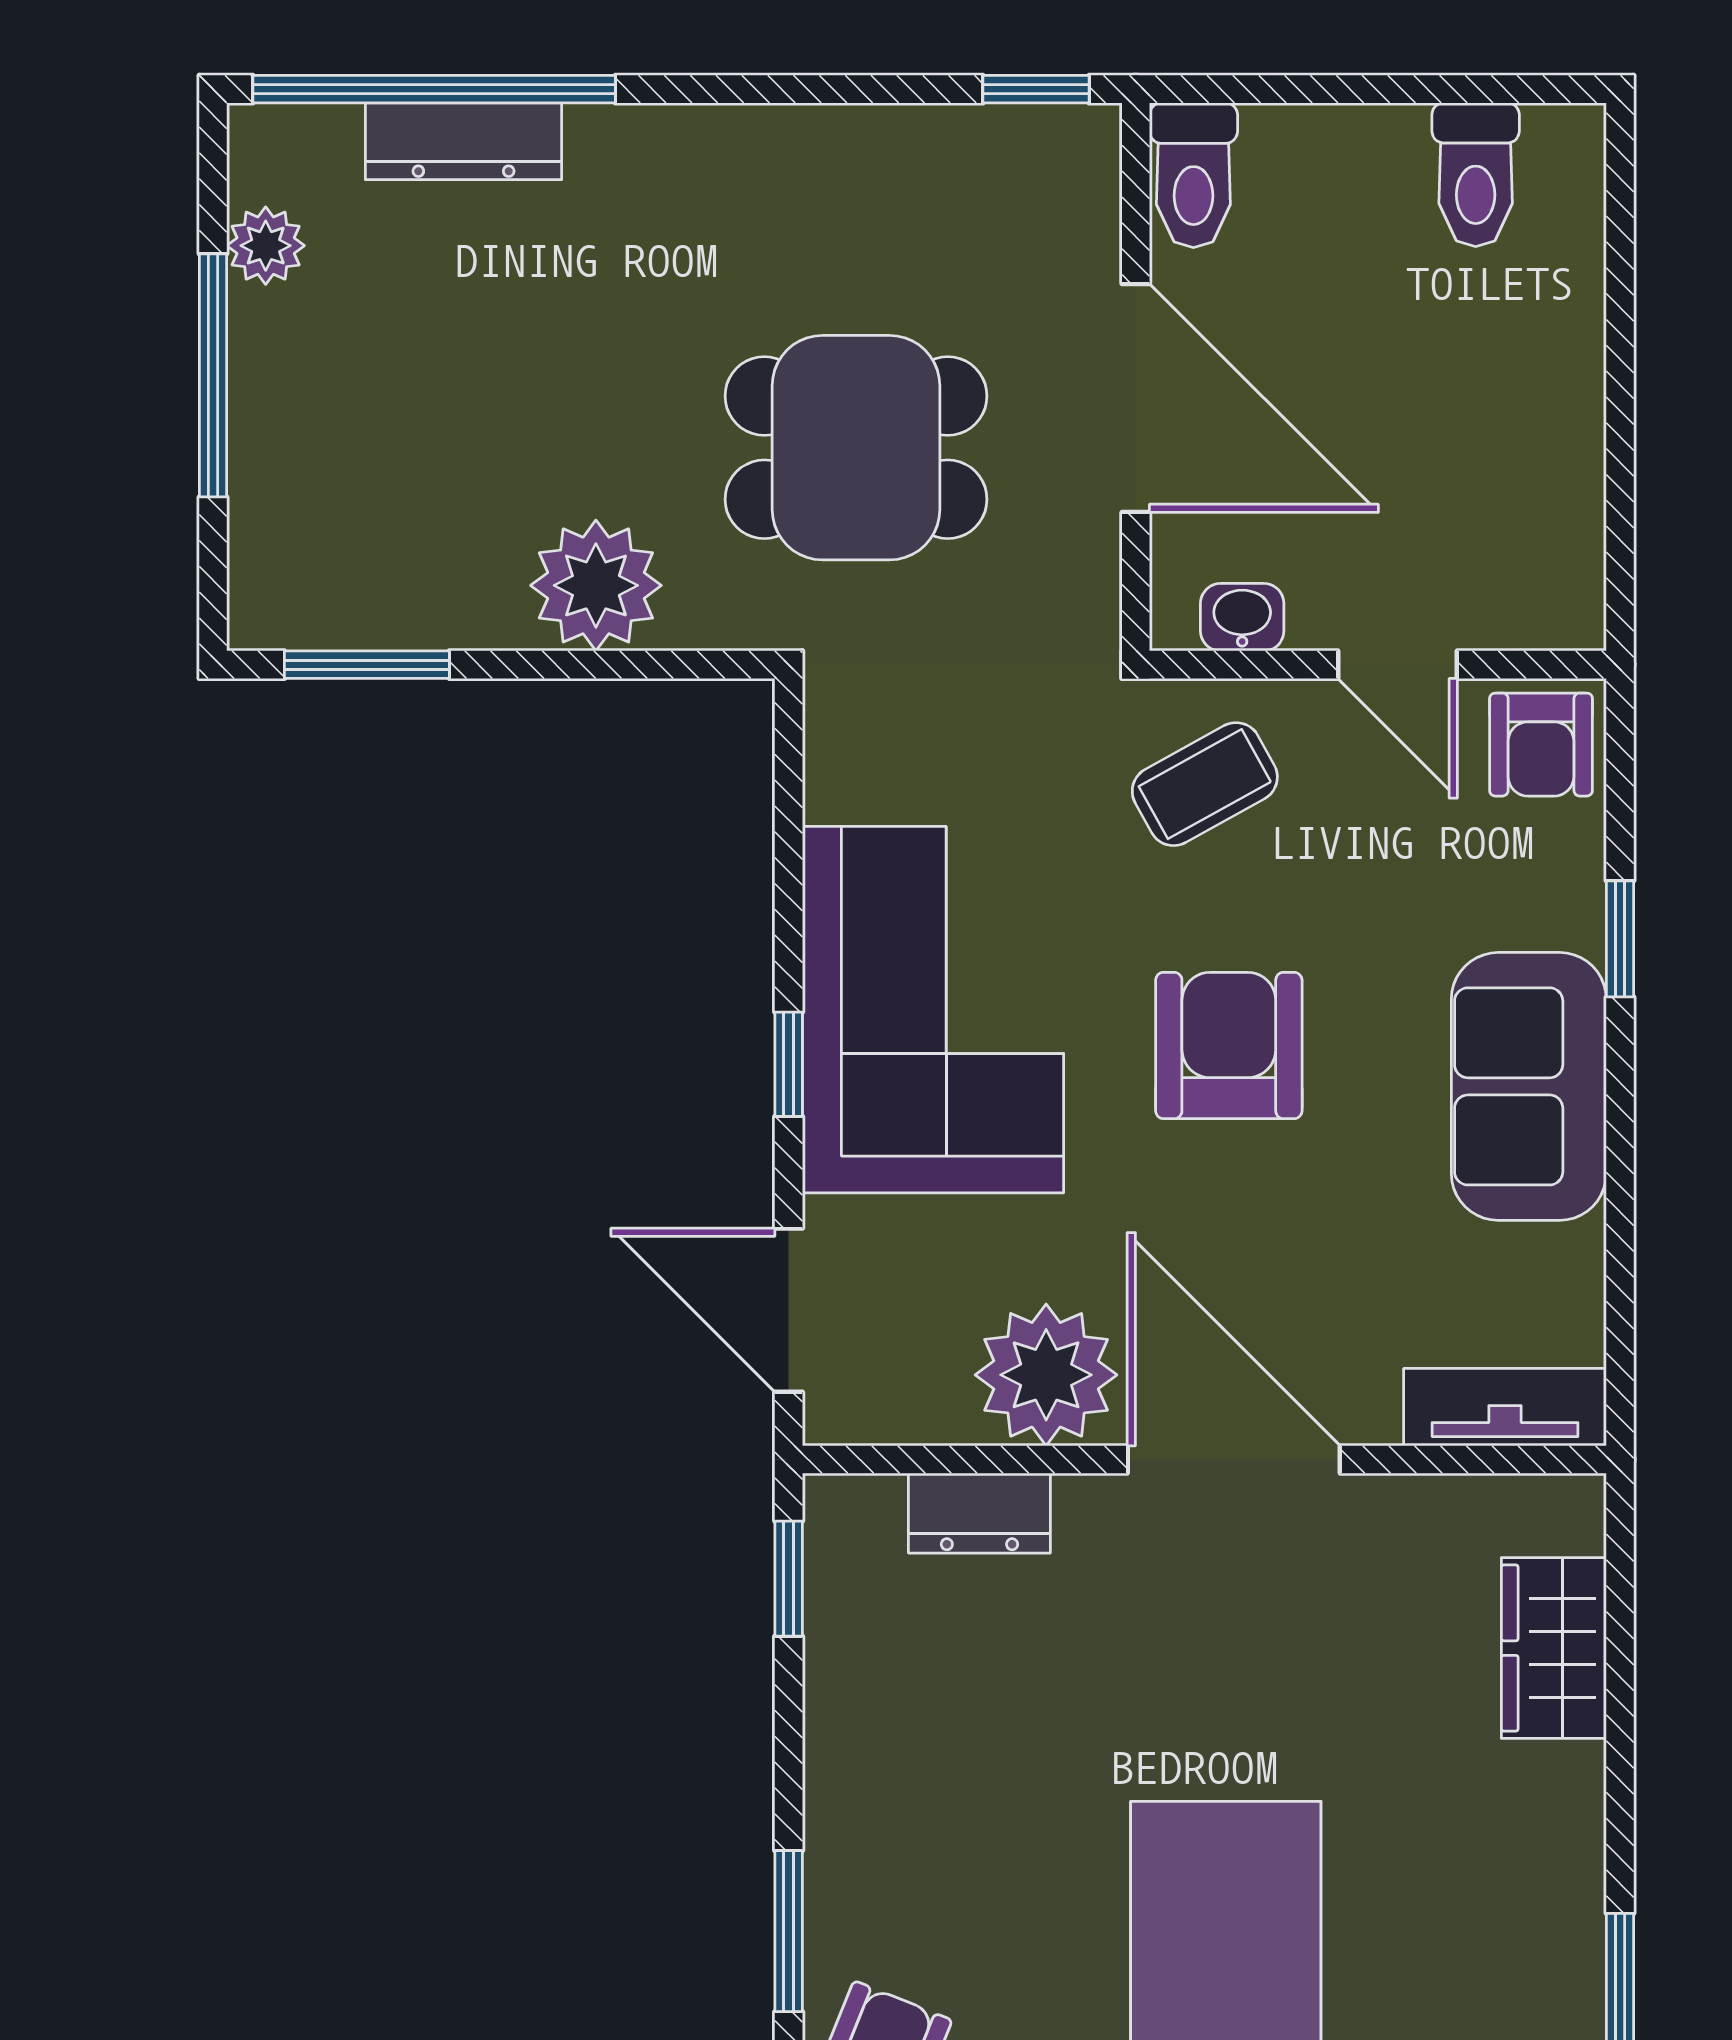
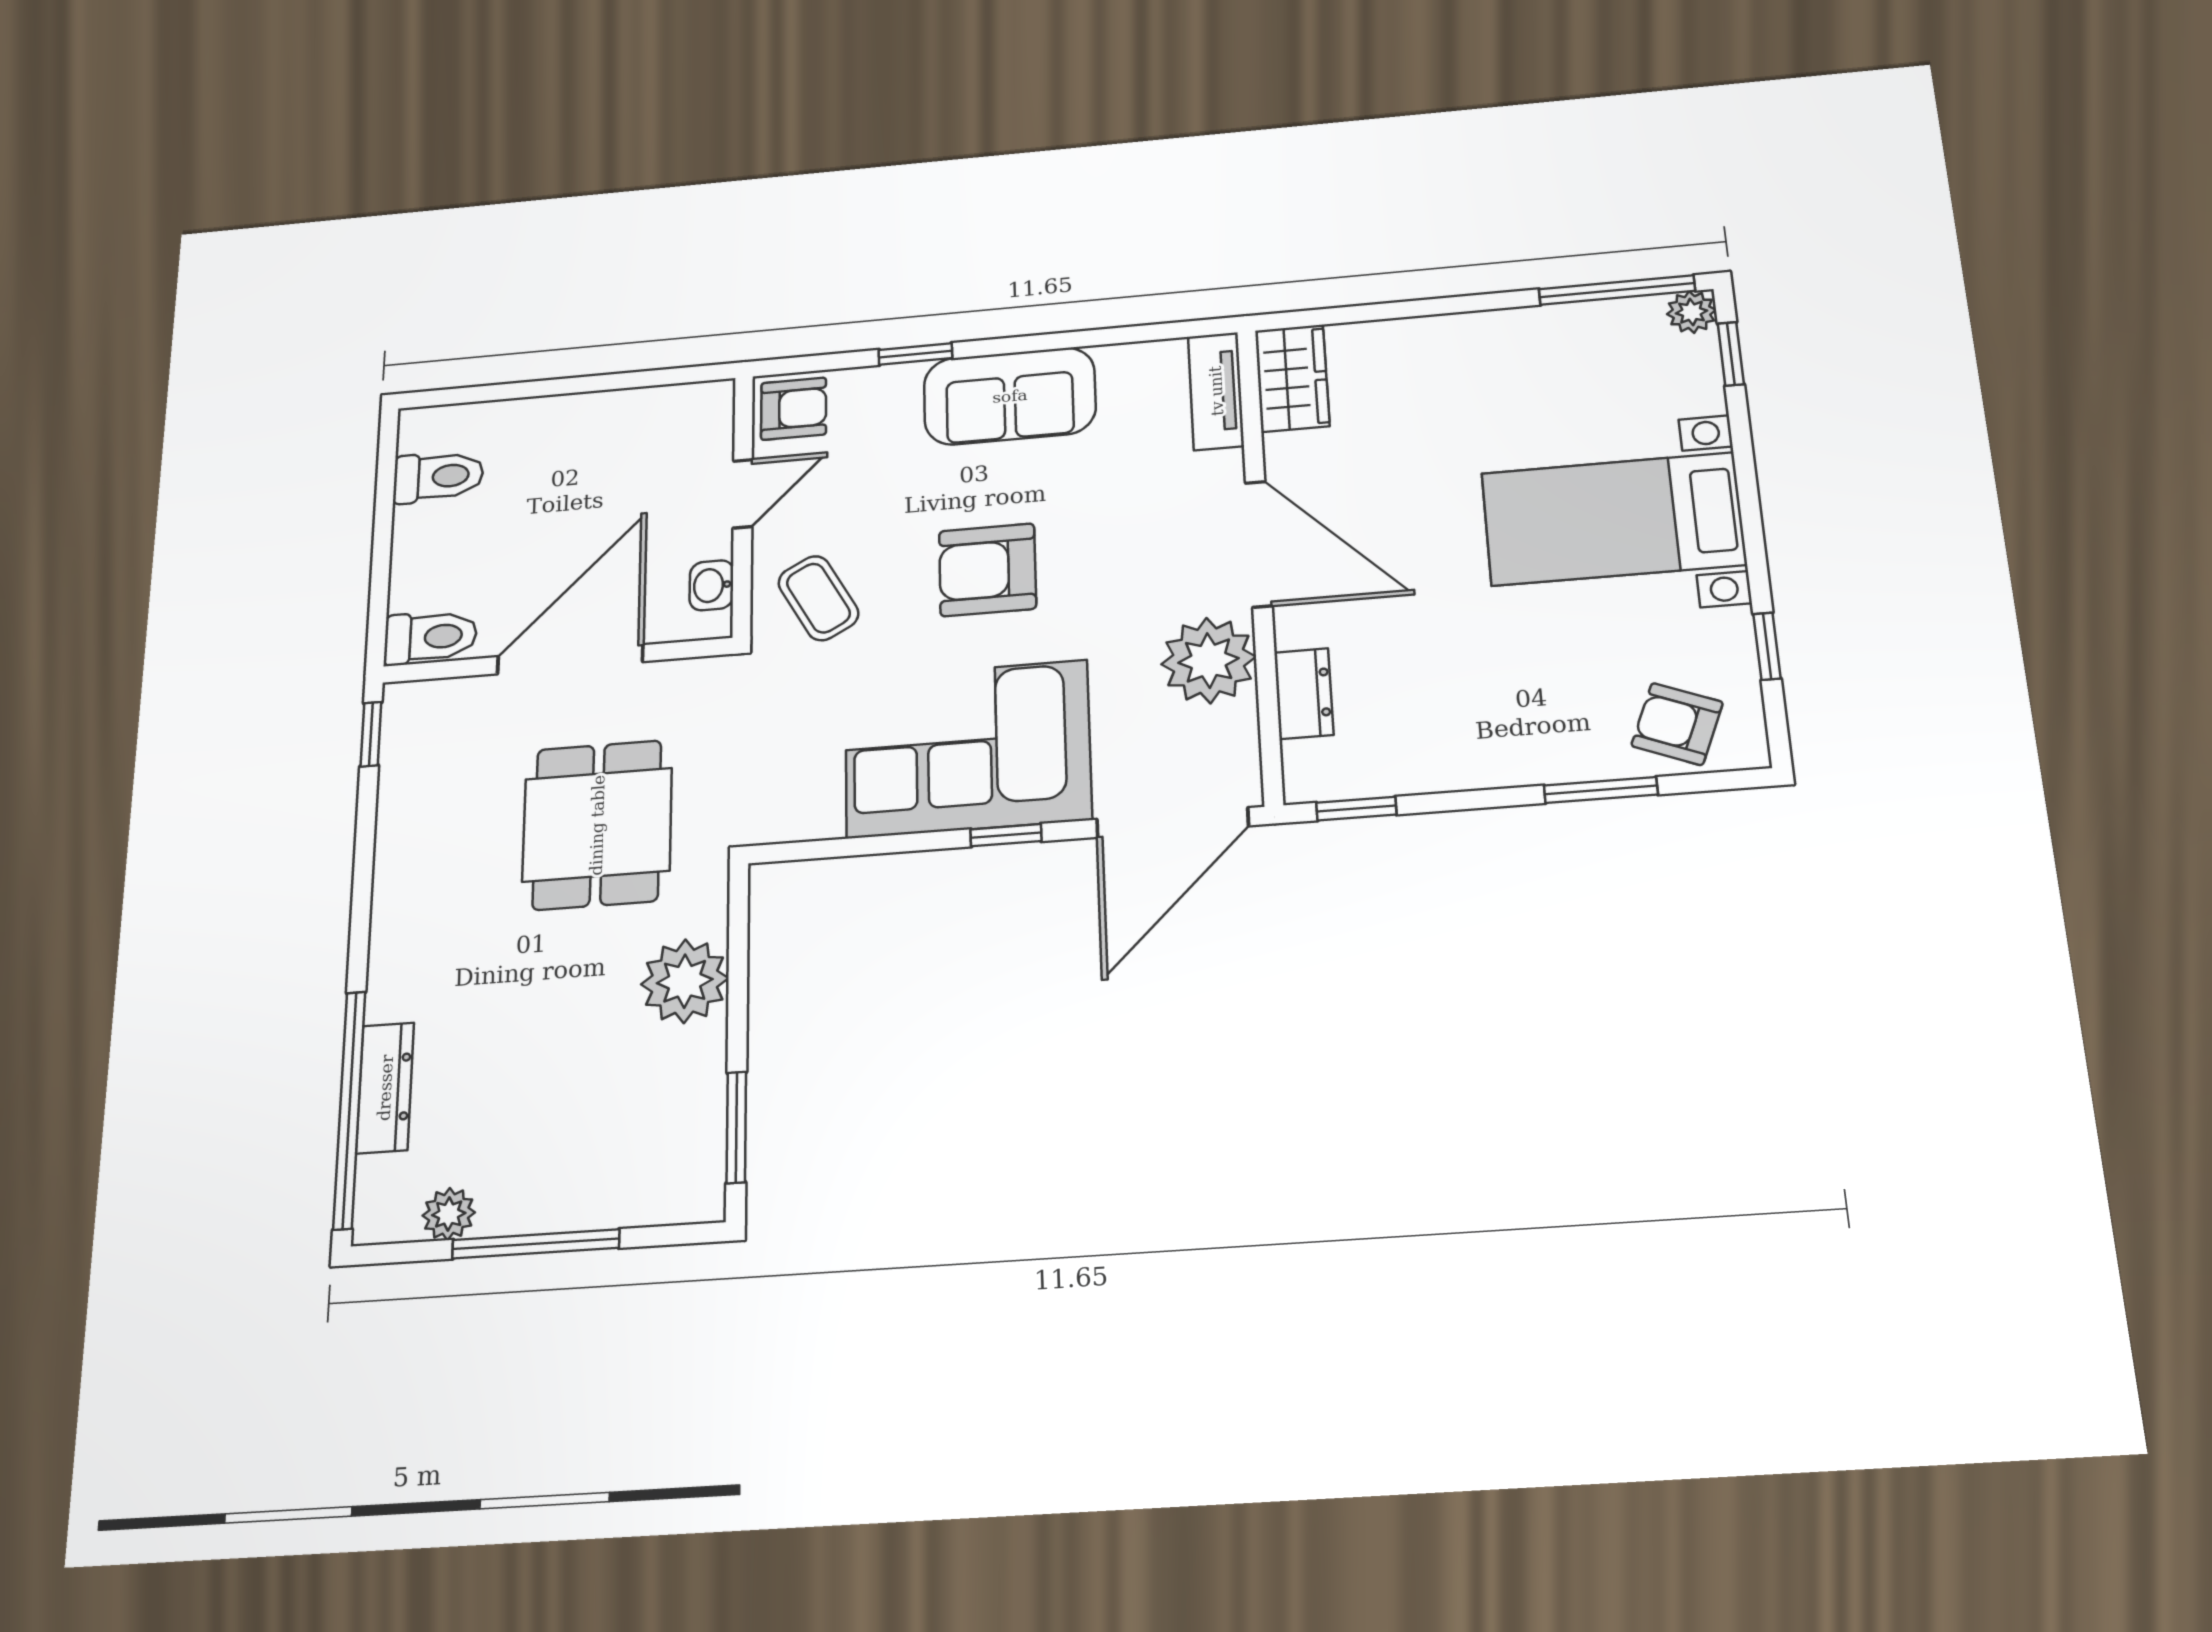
door: (789, 1310) -> (1172, 823), width x1.36
door: (1234, 1460) -> (1259, 544), swing flipped
wardrobe: (1554, 1648) -> (1292, 378), moved, turned -90

